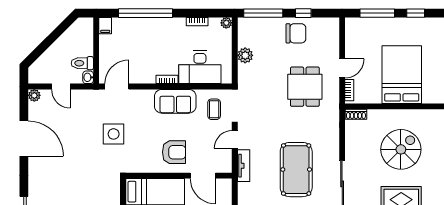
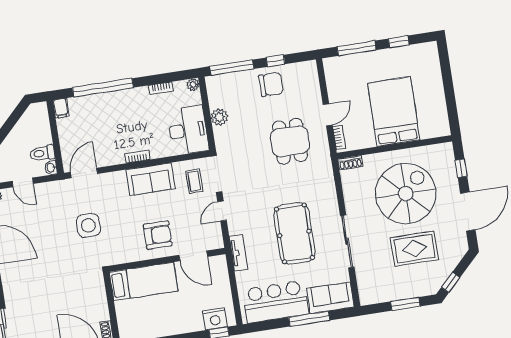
desk: (200, 67) -> (188, 130), moved, turned -90
spiral stairs: (401, 149) -> (406, 194), width x1.37, depth x1.37
tv unit: (244, 166) -> (238, 253), moved

